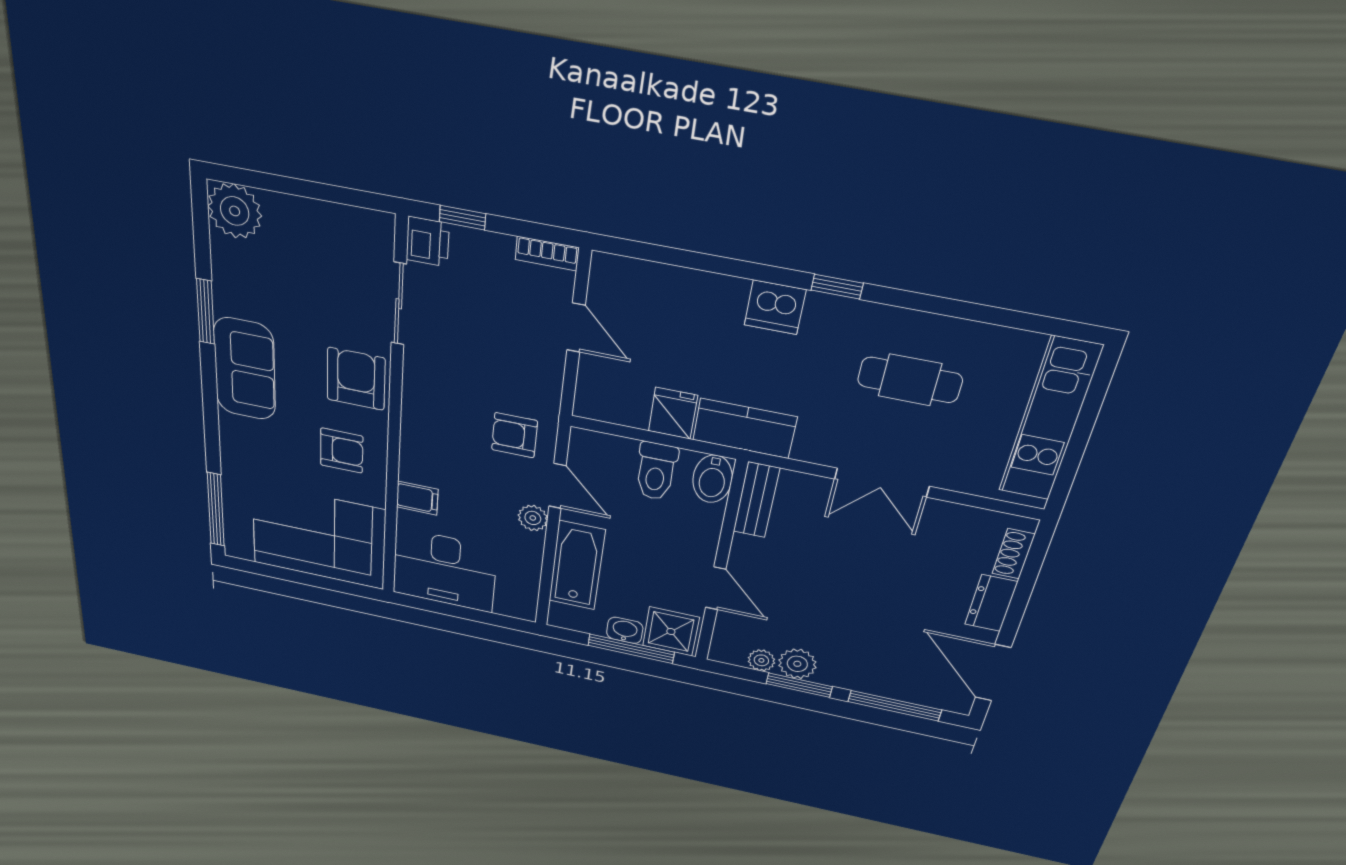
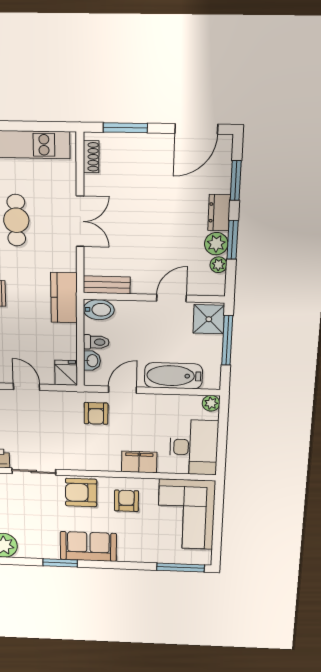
door: (576, 328) -> (26, 387), hinge flipped
fridge: (673, 413) -> (66, 373), moved, turned 90
toilet: (656, 471) -> (96, 342), width x0.73, depth x0.72
filing cabinet: (417, 498) -> (139, 462), width x2.00
plant: (533, 518) -> (211, 403), moved
shoe rack: (1014, 554) -> (91, 157), moved, turned -90
window: (1027, 581) -> (125, 128), added
dresser: (991, 603) -> (219, 213), moved, turned 90
washbasin: (625, 630) -> (92, 361), moved, turned 180
window: (895, 706) -> (236, 180), width x0.69

